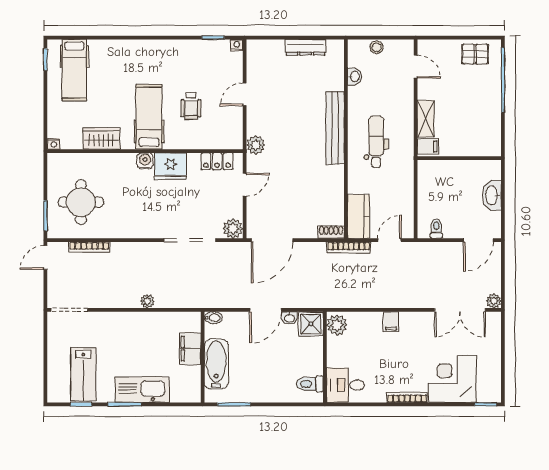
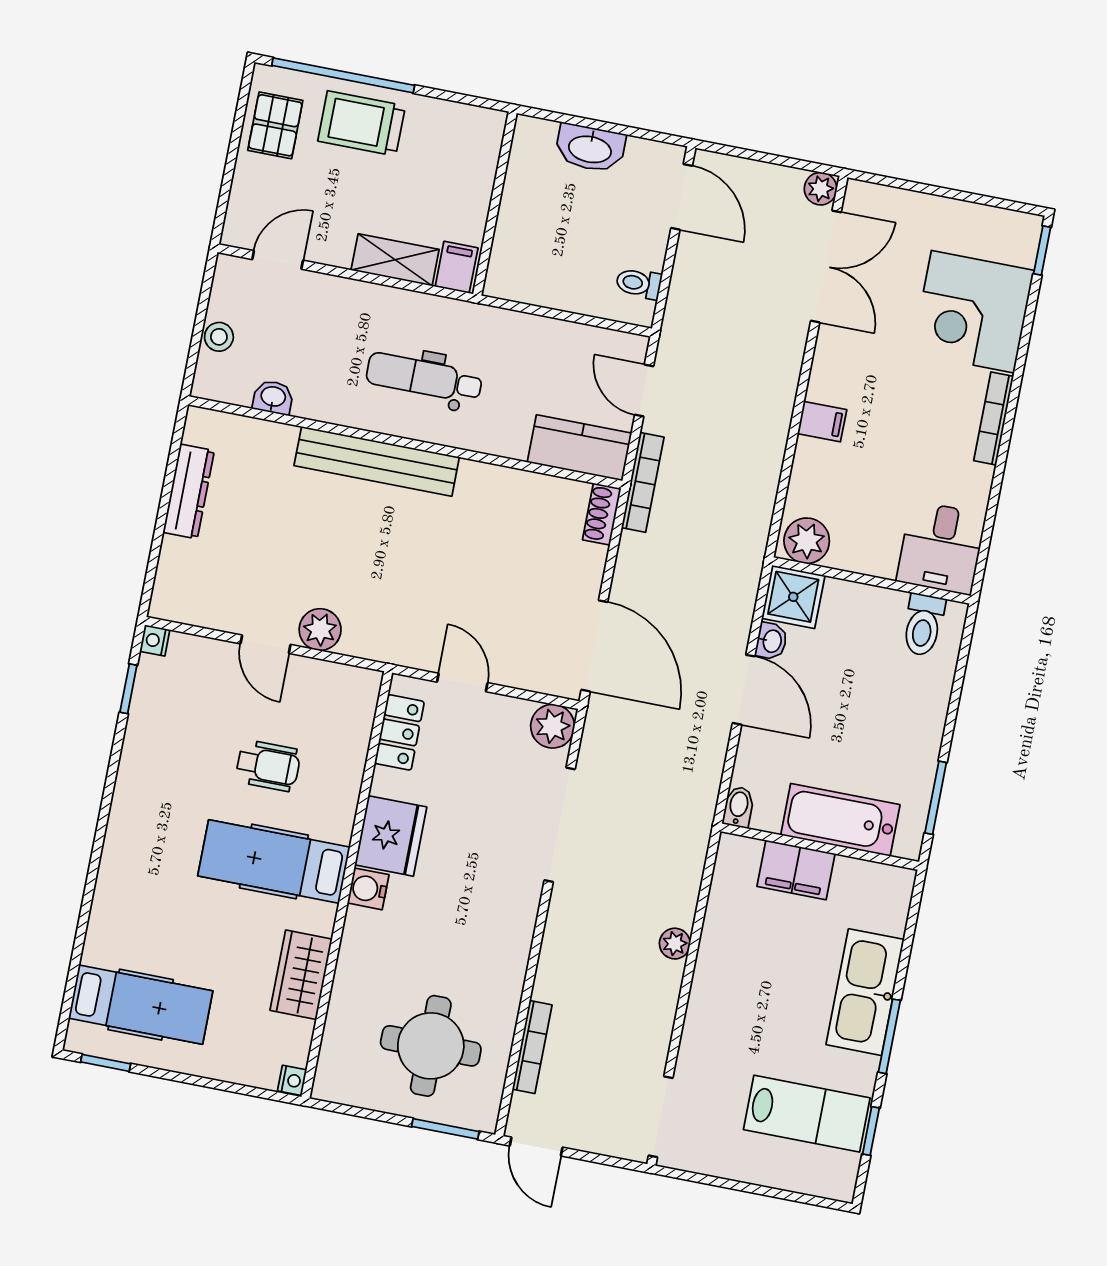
trolley: (483, 92) -> (362, 123), added
plant: (256, 145) -> (320, 630), moved

